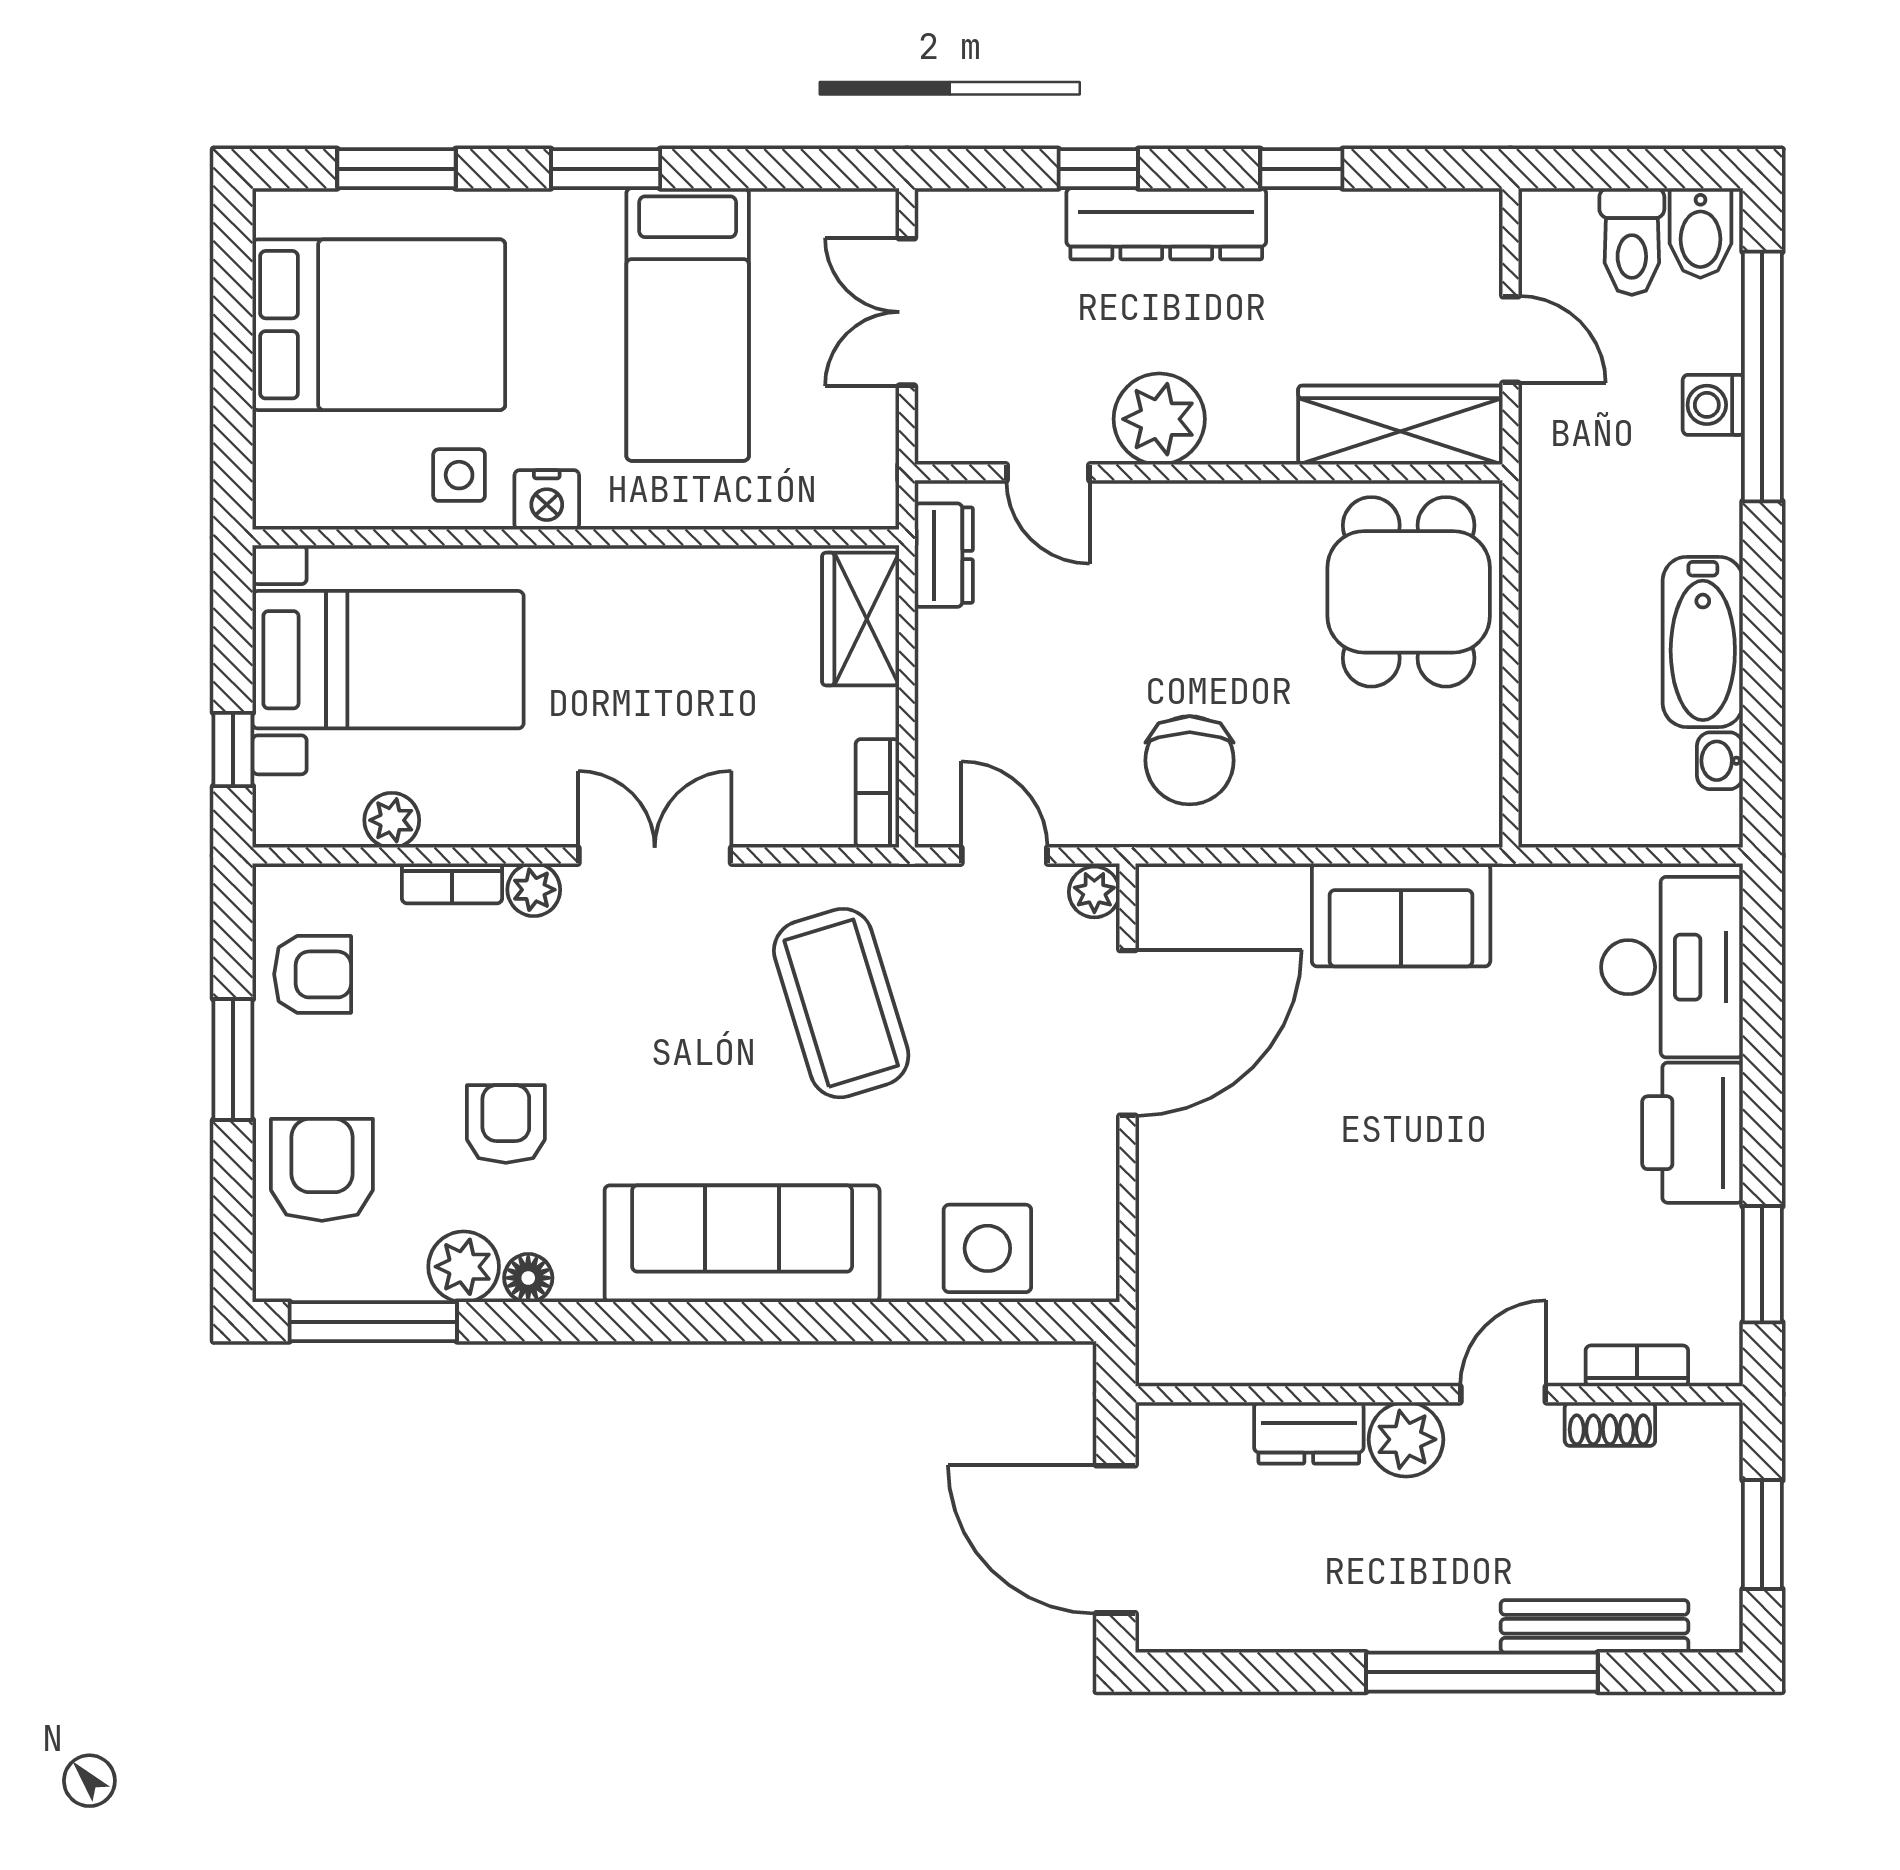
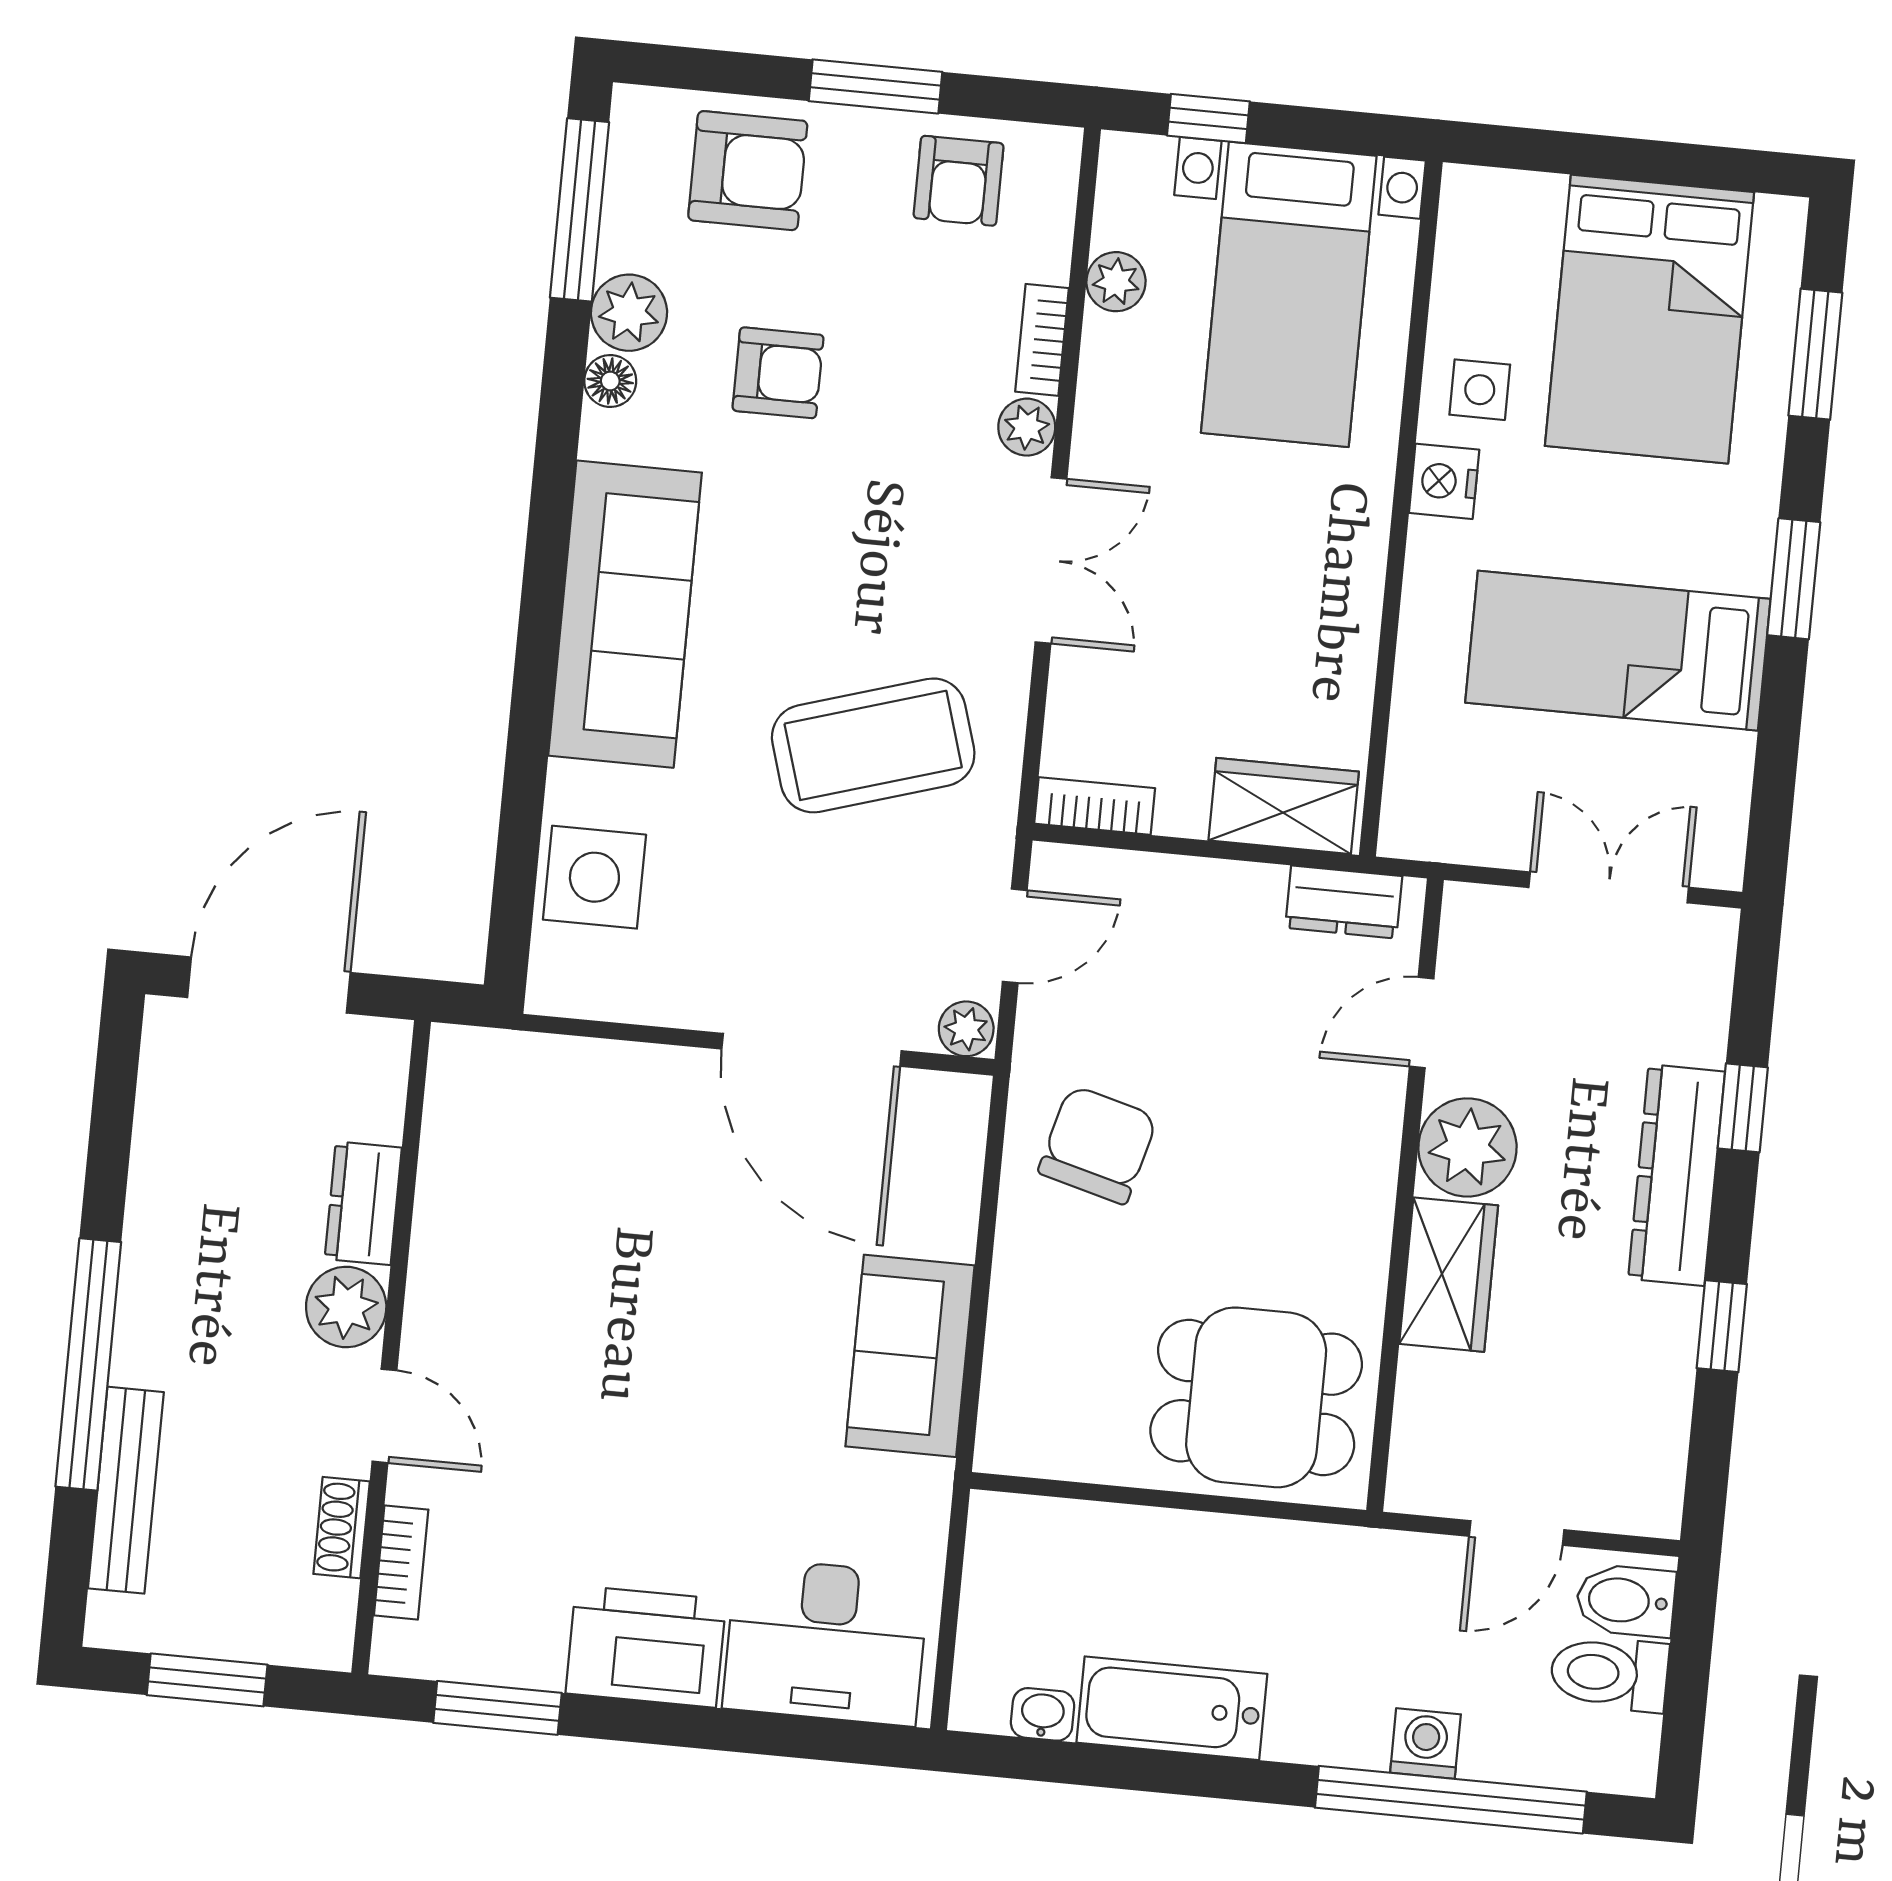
bidet: (1700, 233) -> (1626, 1601), moved
wardrobe: (1400, 425) -> (1449, 1275), moved, width x0.67
chair: (1190, 760) -> (1098, 1145), turned 105

